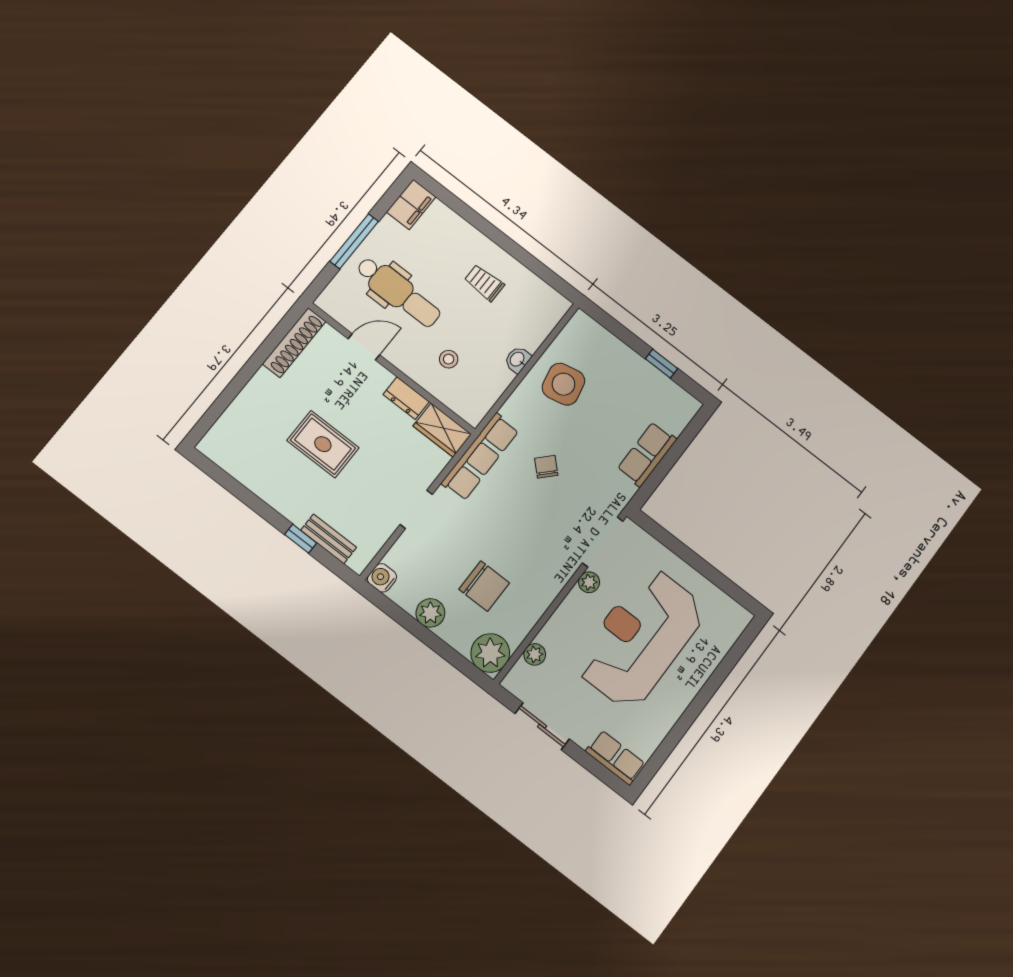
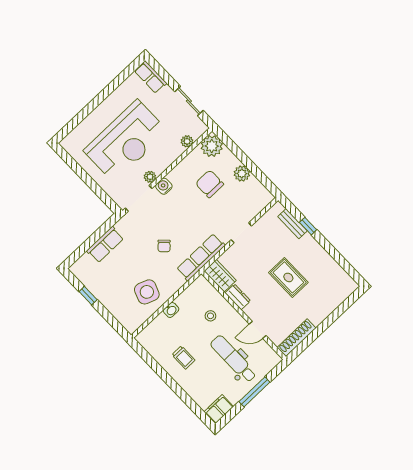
side table: (563, 384) -> (147, 292), turned 32
water cooler: (382, 578) -> (164, 186), moved, turned 180

